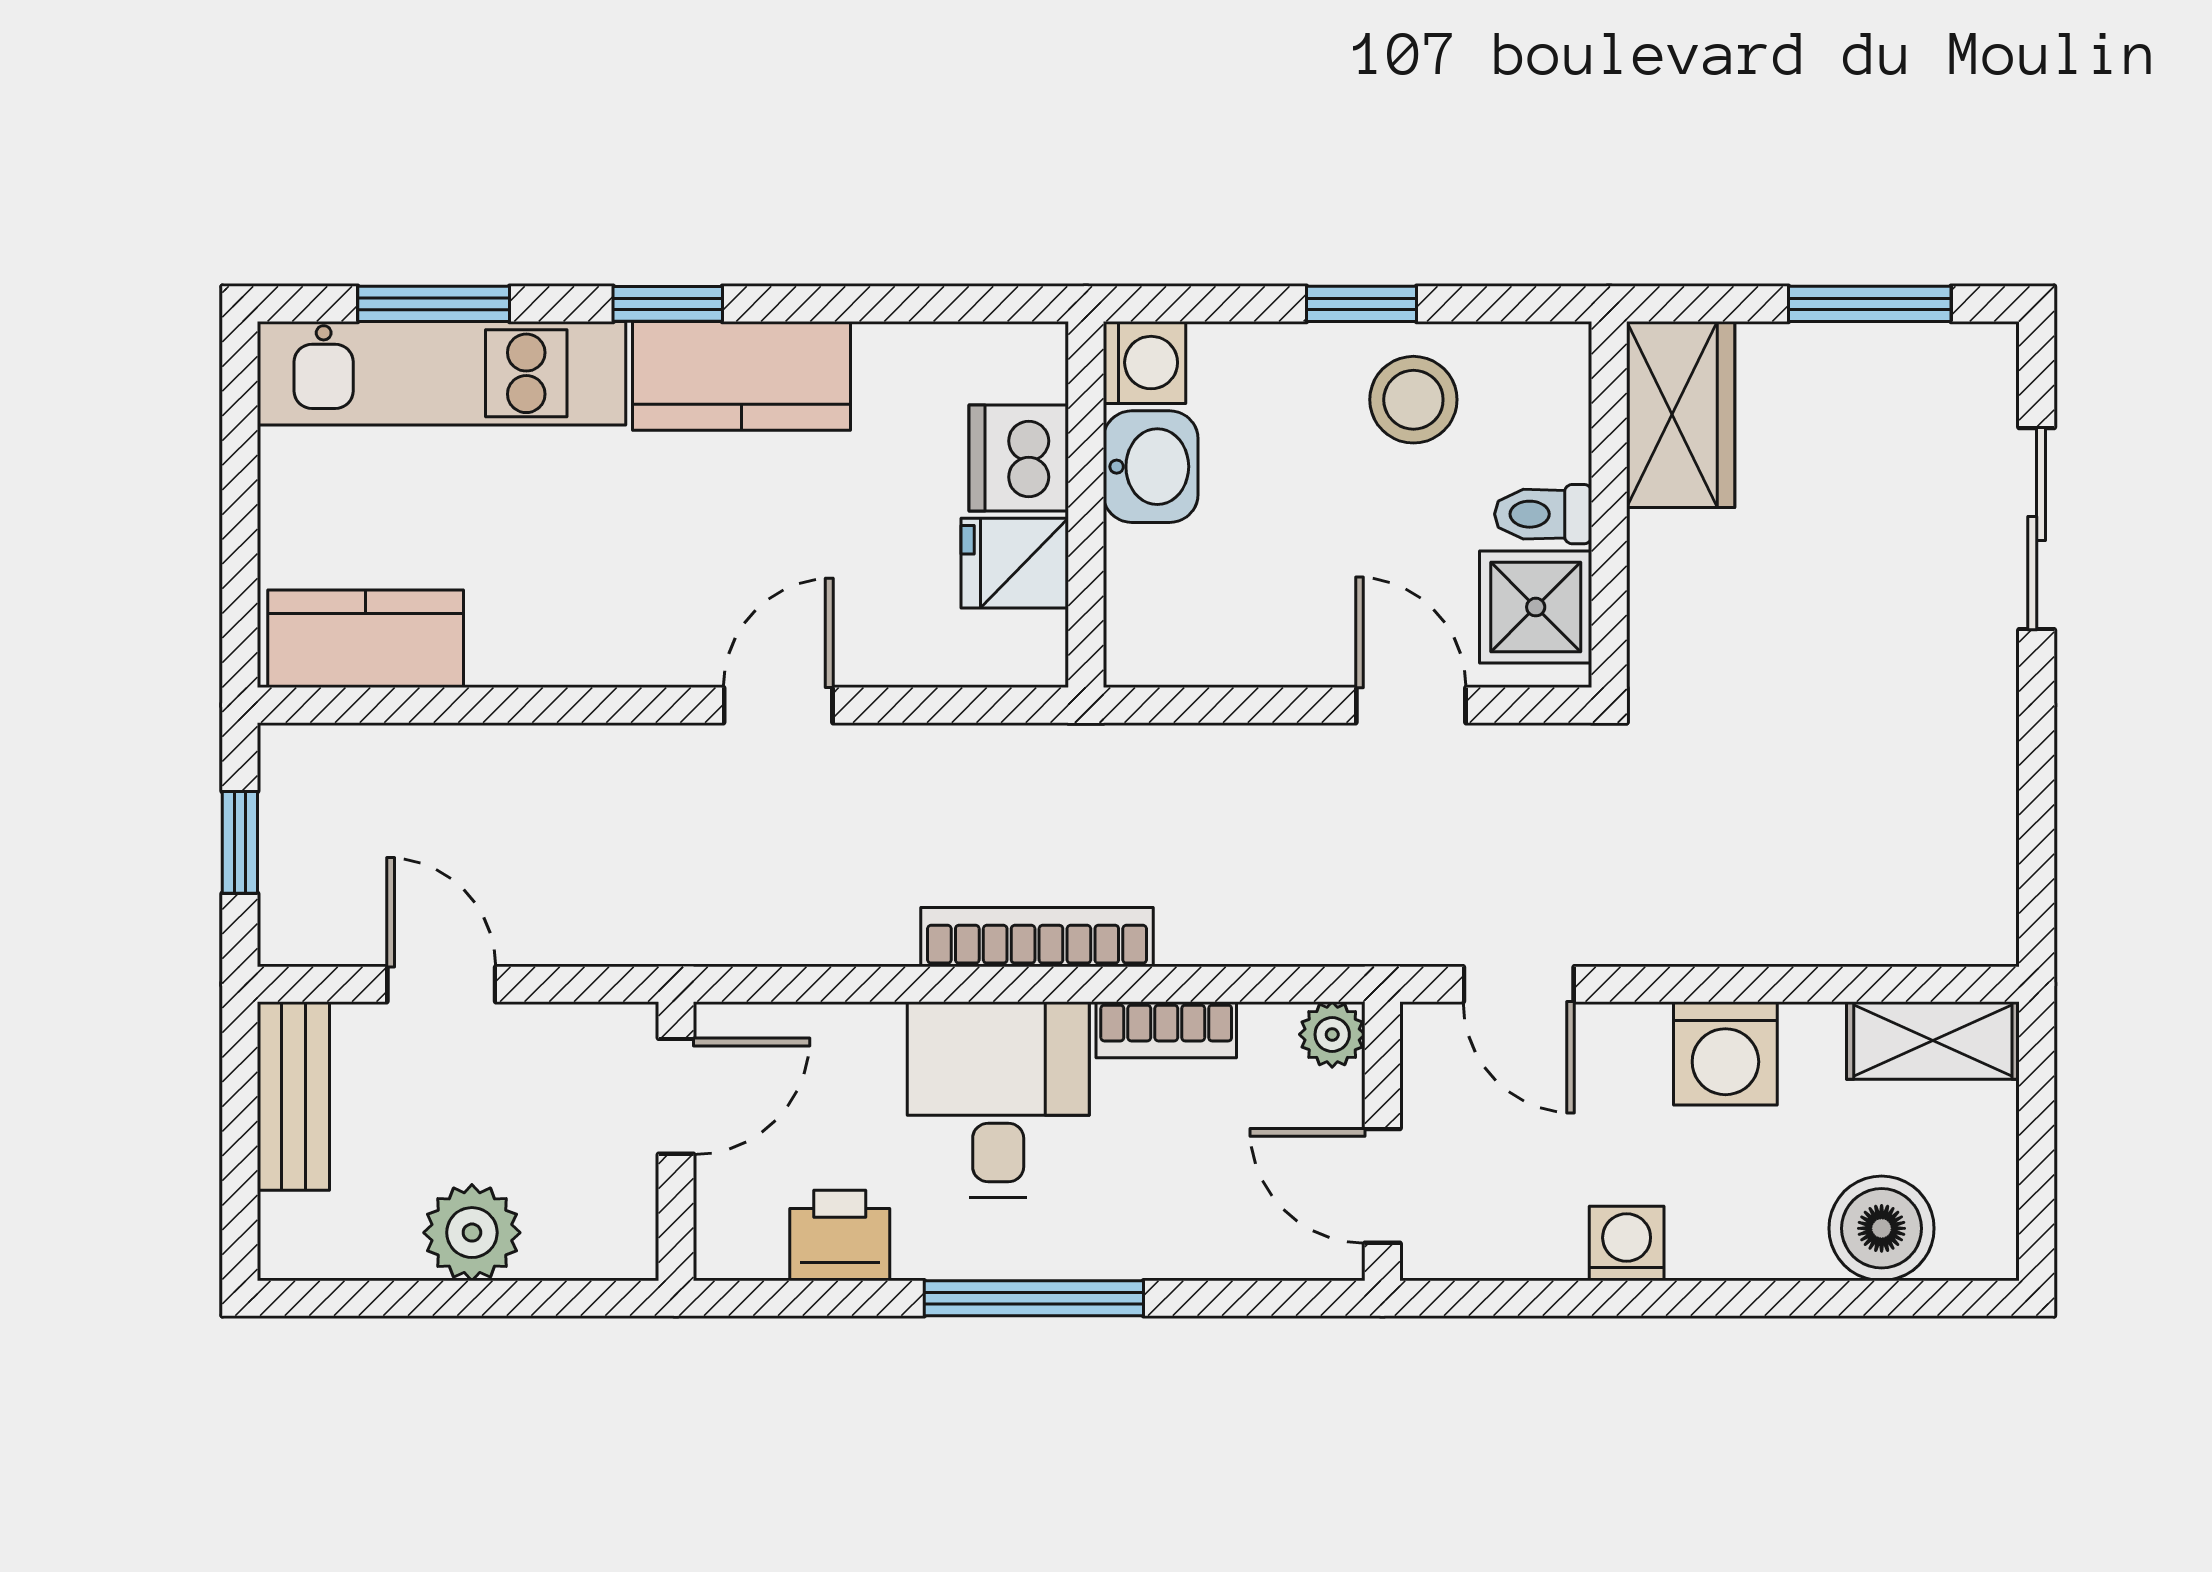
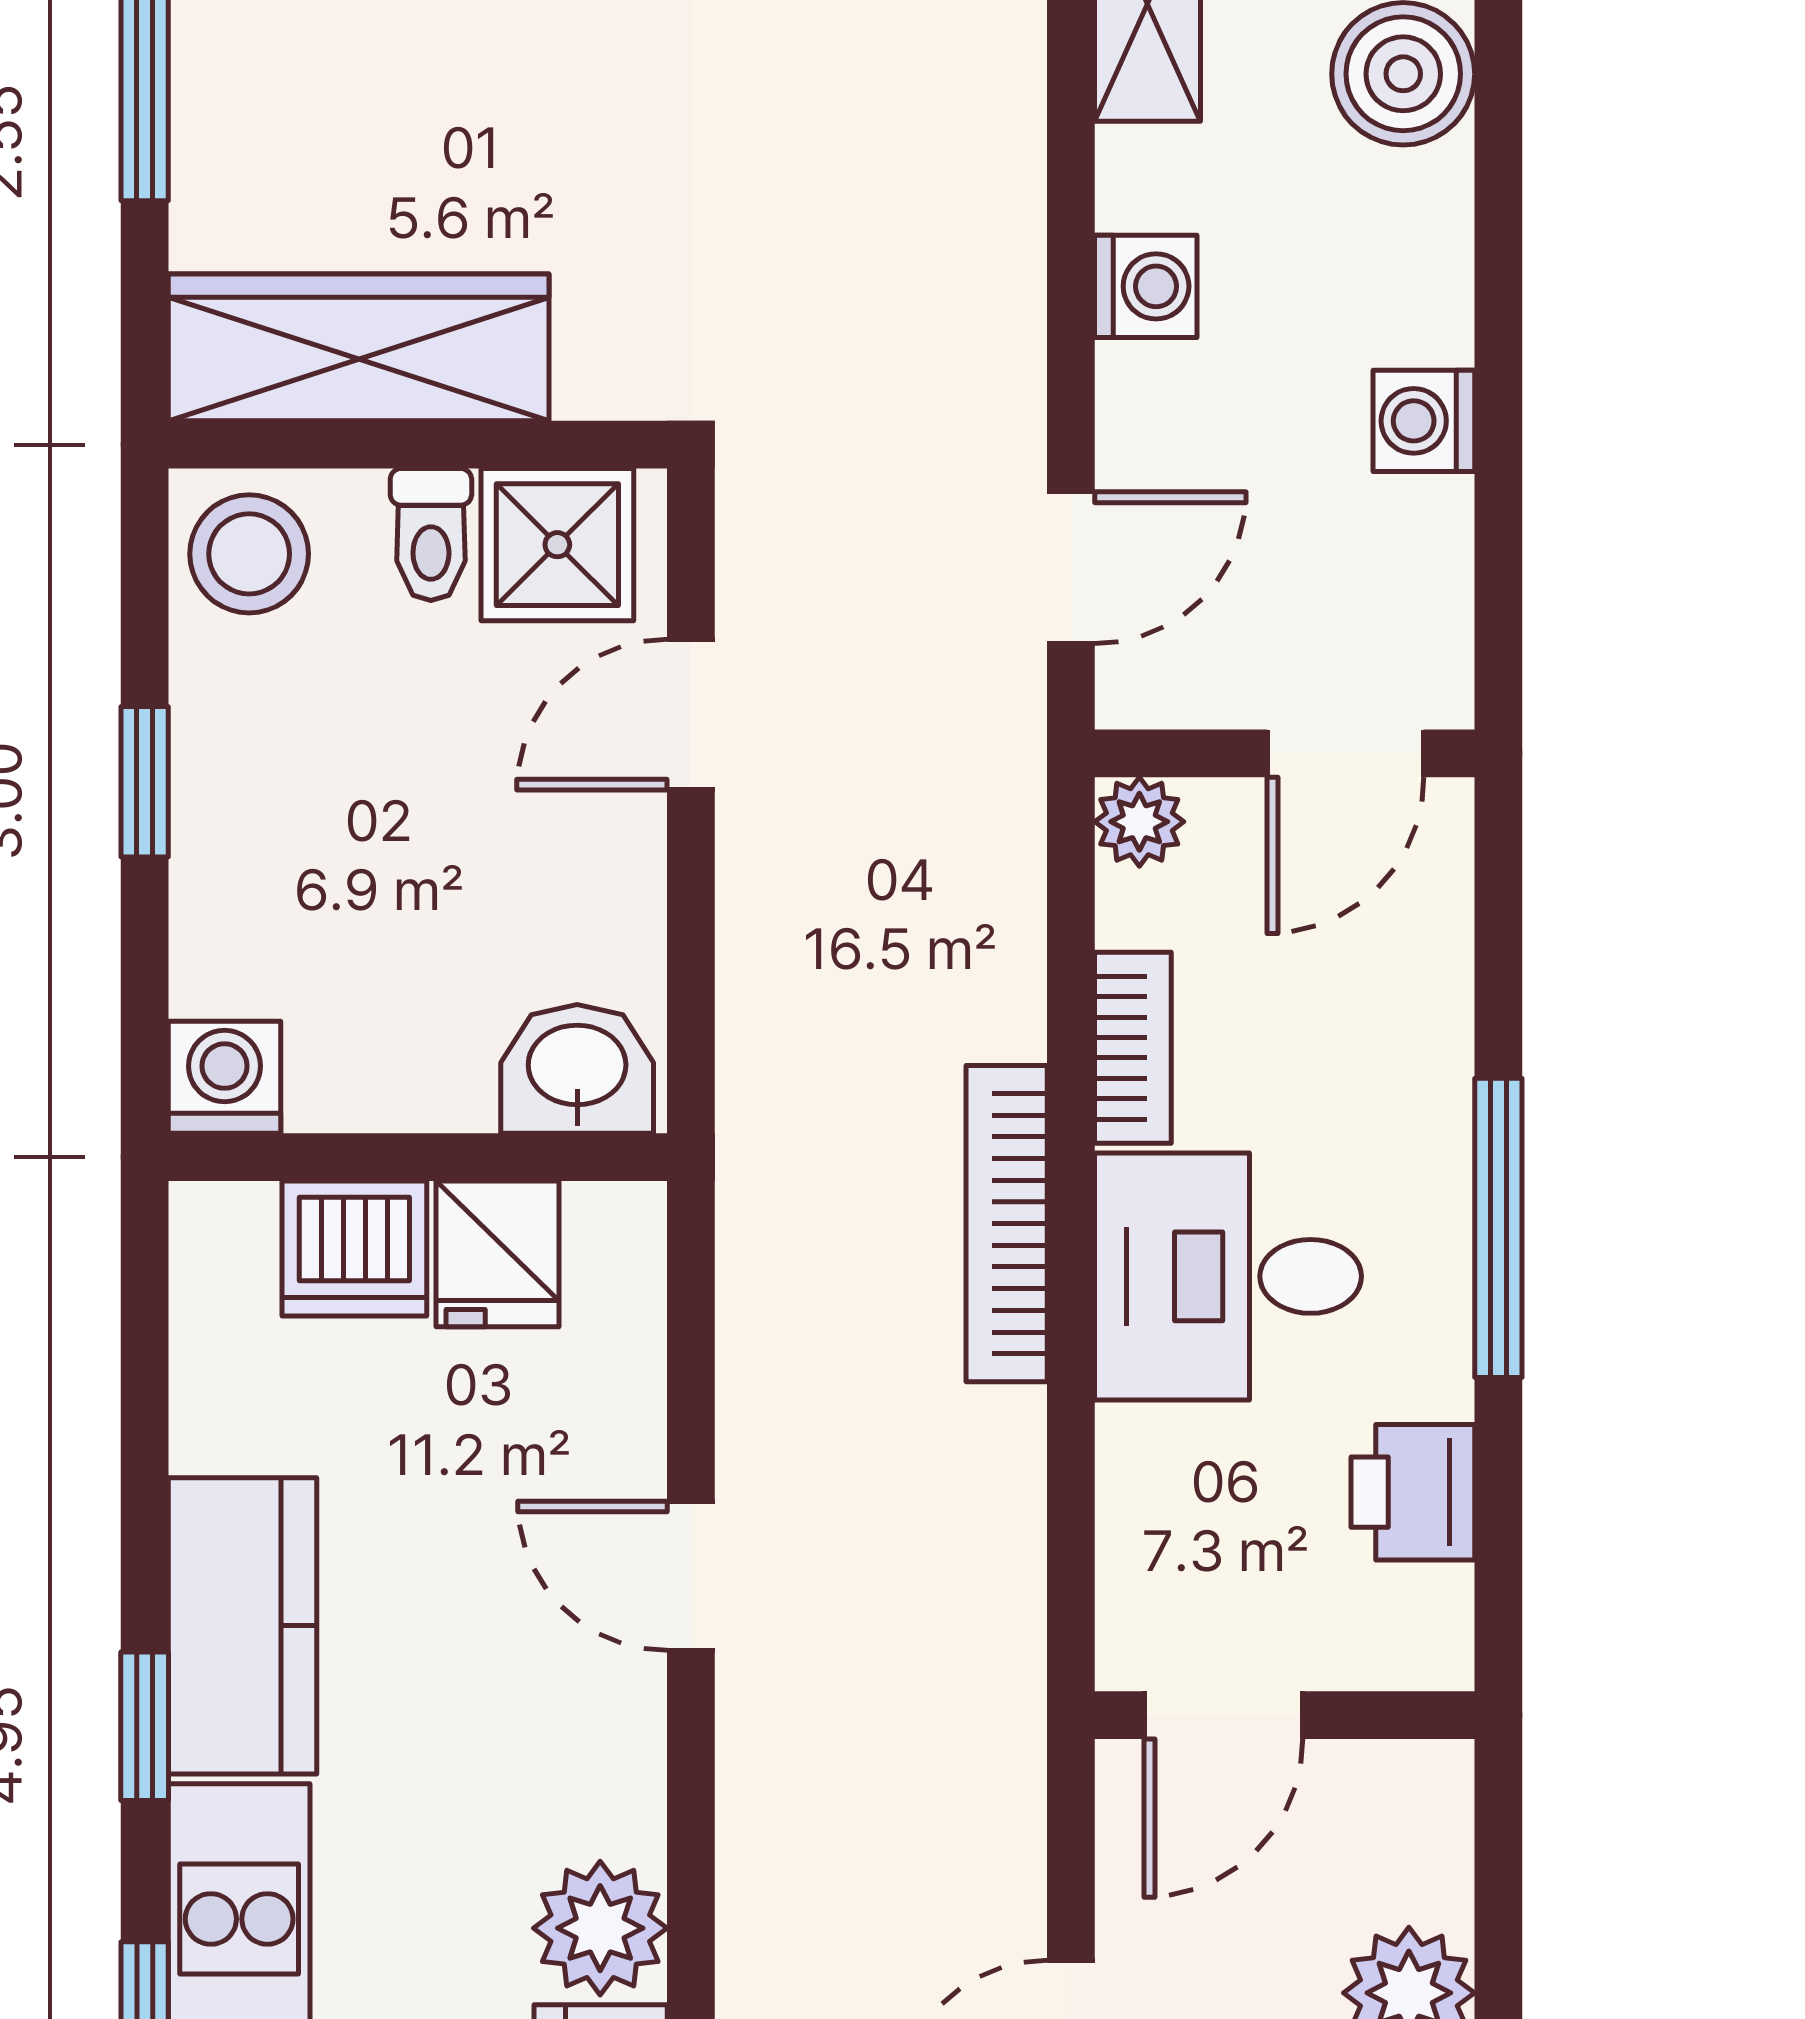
stool: (1413, 400) -> (249, 554), moved
wardrobe: (1681, 415) -> (359, 347), width x1.50
washbasin: (1151, 467) -> (577, 1069), moved
plant: (520, 639) -> (600, 1928), added
washing machine: (1725, 1053) -> (1146, 286), width x0.73, depth x0.73
door: (676, 1096) -> (1223, 1715), swing flipped

